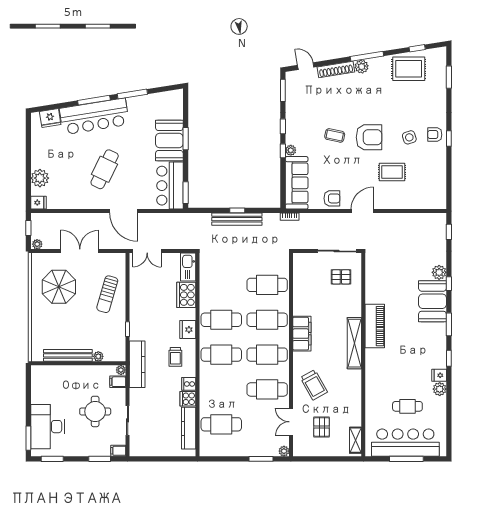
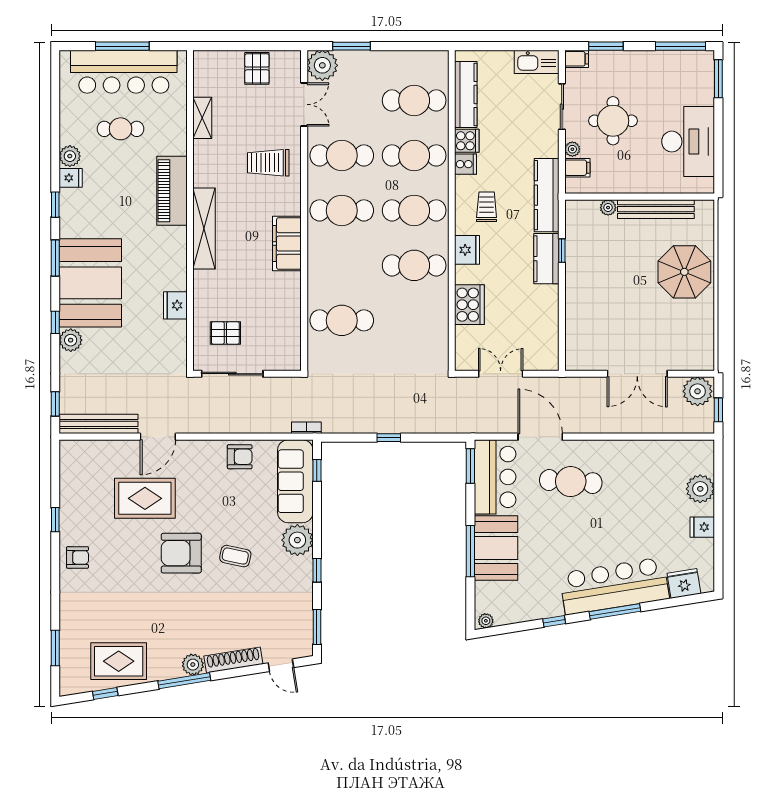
window: (132, 94) -> (554, 621), width x0.46
plant: (176, 94) -> (486, 621), added
side table: (409, 137) -> (118, 553), removed
window: (186, 139) -> (470, 551), width x1.44
window: (449, 139) -> (55, 520), moved
plant: (291, 150) -> (297, 540), width x1.87, depth x1.87
window: (283, 151) -> (317, 470), moved
cafe table: (105, 169) -> (571, 482), moved, turned 68
rug: (392, 172) -> (145, 498), width x1.36, depth x1.43
armchair: (332, 198) -> (240, 457), turned 180
fridge: (39, 203) -> (702, 527), moved
door: (124, 211) -> (540, 437), moved
door: (362, 211) -> (158, 437), moved
bench: (237, 219) -> (99, 424), moved
plant: (37, 244) -> (698, 391), width x1.88, depth x1.88
double door: (147, 251) -> (501, 374), moved
kitchen sink: (188, 267) -> (537, 62), moved, turned 90
parasol: (59, 287) -> (684, 272), moved
sun lounger: (107, 294) -> (594, 306), removed
fridge: (373, 294) -> (175, 305), added
booth: (432, 301) -> (90, 283), width x1.36, depth x1.42
cafe table: (267, 320) -> (414, 155), moved
kitchen counter: (137, 324) -> (546, 259), added
piano: (375, 326) -> (172, 191), moved
plant: (121, 370) -> (572, 149), moved
trolley: (314, 385) -> (268, 163), turned -61
desk: (48, 427) -> (688, 142), moved
pallet: (322, 427) -> (257, 68), moved
shelving: (356, 440) -> (202, 118), moved
plant: (284, 451) -> (322, 65), width x1.88, depth x1.88
window: (52, 459) -> (681, 46), width x1.44

